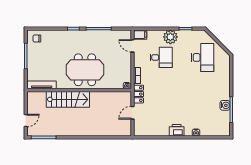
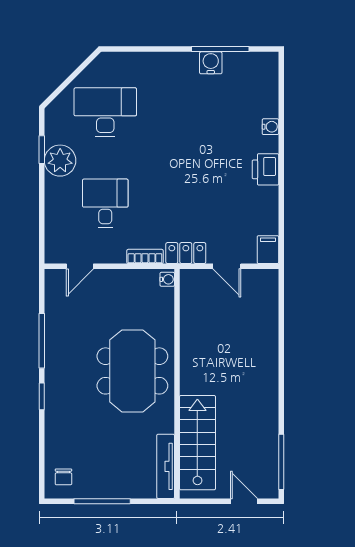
filing cabinet: (140, 35) -> (268, 250), moved
plant: (170, 37) -> (60, 161), moved
stairs: (68, 99) -> (197, 443), moved

